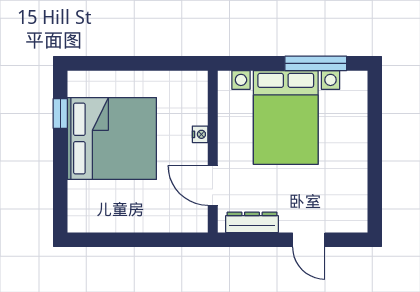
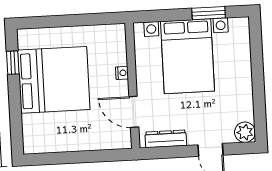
window: (316, 63) -> (209, 13), width x0.69
plant: (354, 219) -> (245, 132), added

